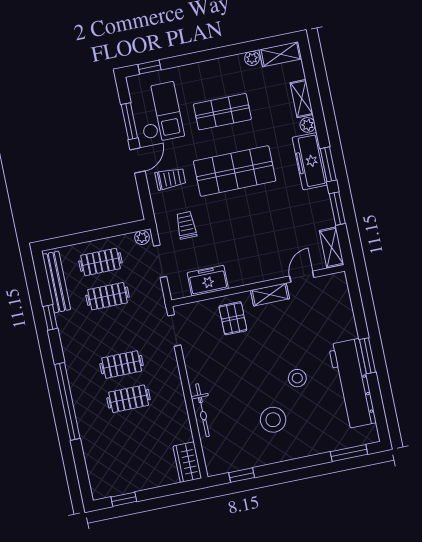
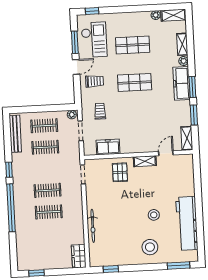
shop shelf: (235, 171) -> (135, 82), width x0.70, depth x0.74
window: (50, 317) -> (9, 170), moved
window: (368, 356) -> (199, 208), removed
stool: (273, 420) -> (150, 247), moved

